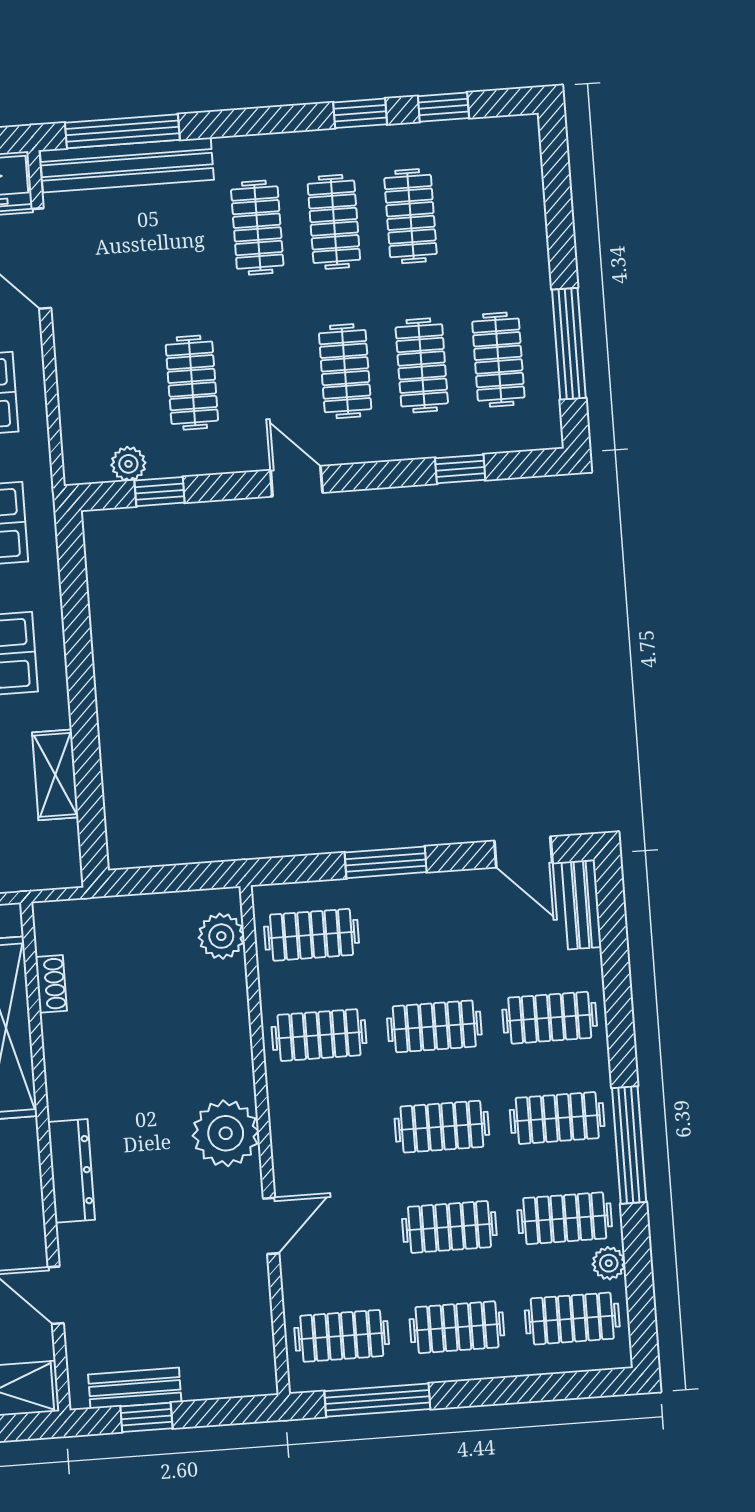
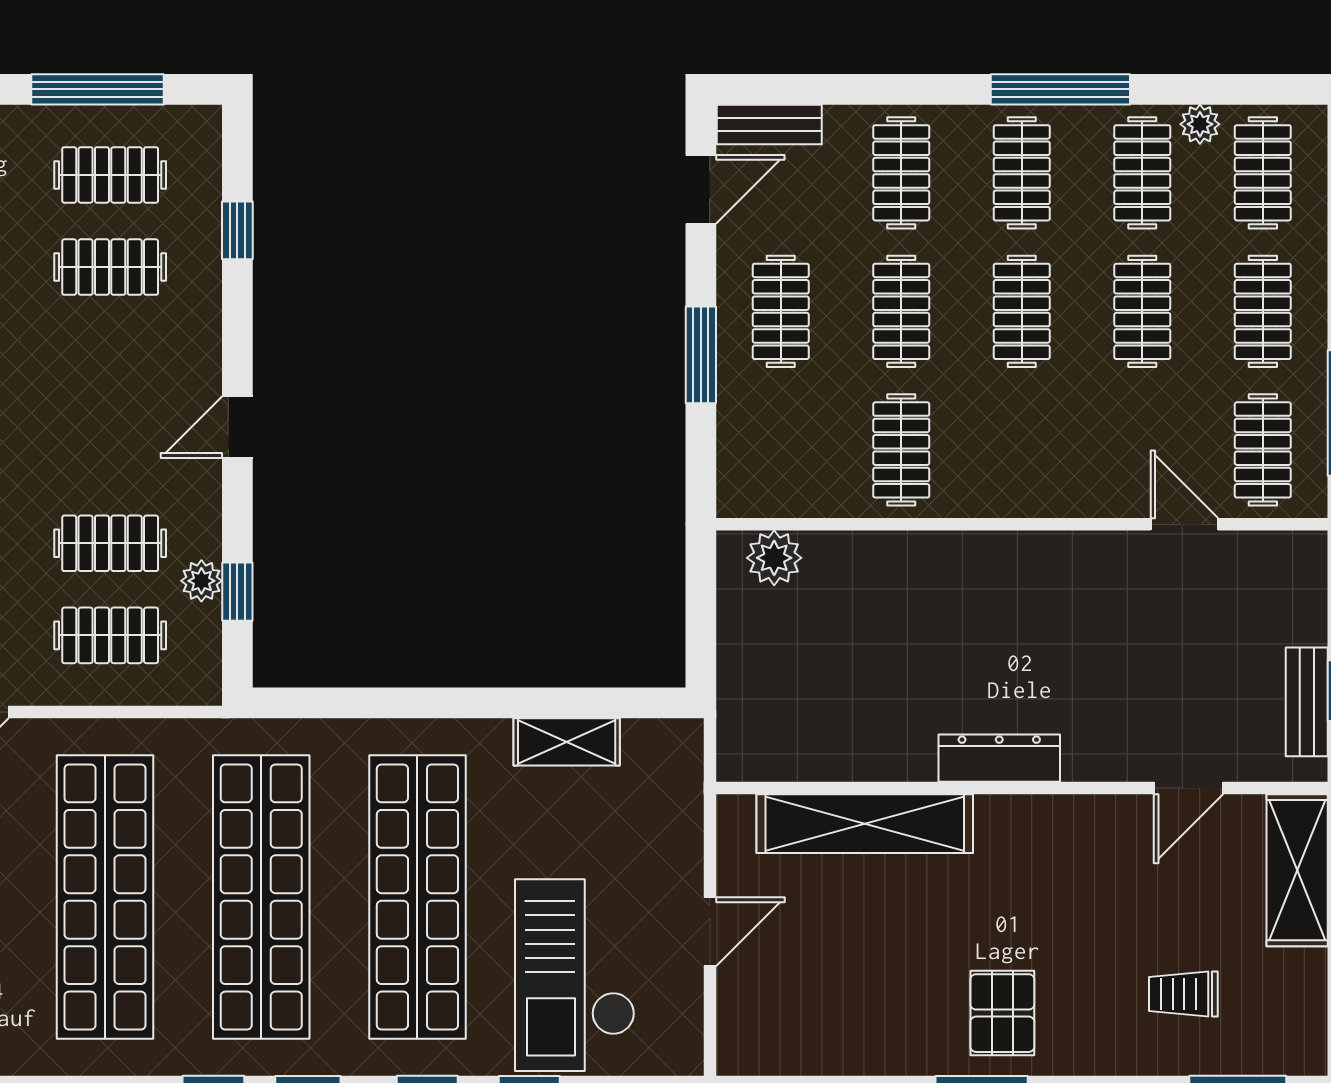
clothes rail: (345, 371) -> (110, 635), moved
plant: (128, 464) -> (201, 581), moved
clothes rail: (311, 935) -> (781, 311), moved
shoe rack: (51, 984) -> (816, 766), removed
plant: (226, 1133) -> (1010, 570), removed
dresser: (71, 1171) -> (999, 758), moved
door: (271, 1226) -> (1184, 524), moved

